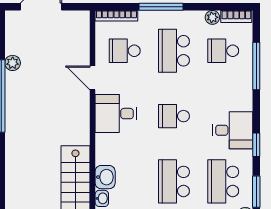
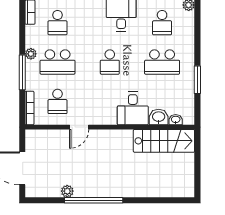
plant: (212, 17) -> (31, 54), moved
desk: (116, 114) -> (133, 108), moved
school desk: (223, 181) -> (162, 23), width x0.54

